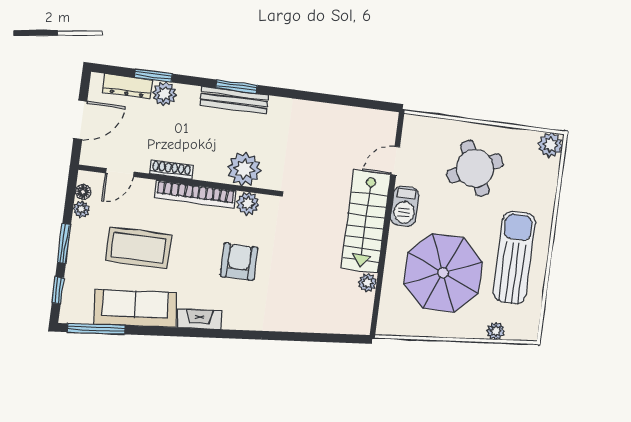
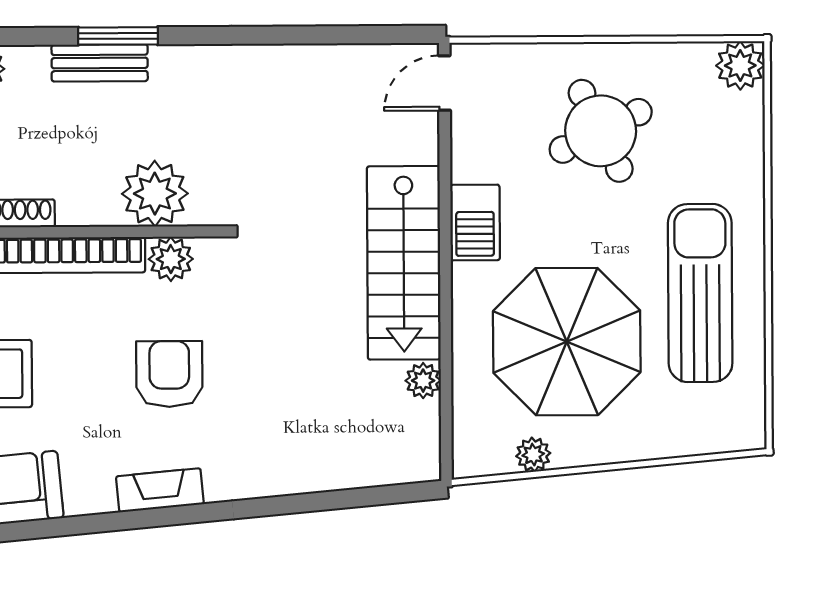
bench: (234, 100) -> (100, 63), width x0.73
door: (395, 161) -> (444, 83), moved
fireplace: (199, 319) -> (160, 490), moved
plant: (496, 331) -> (533, 455), moved

